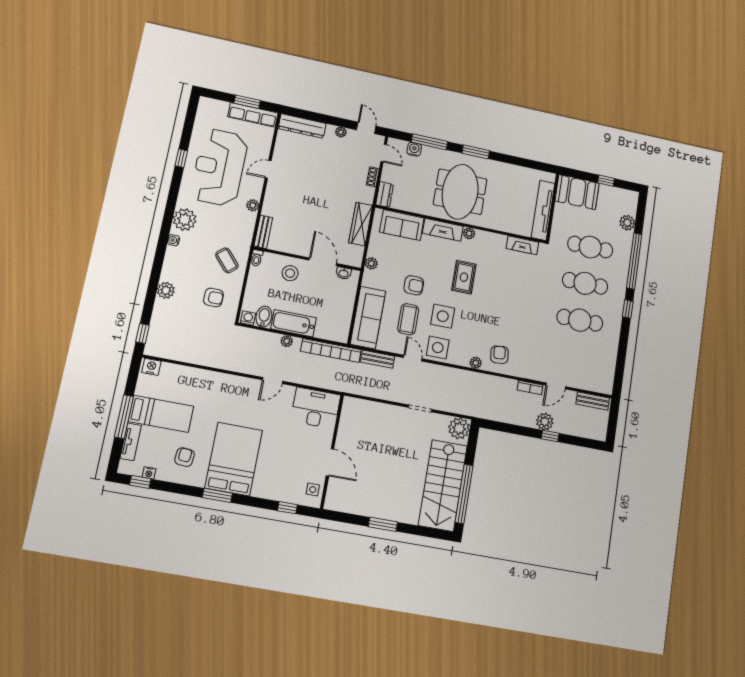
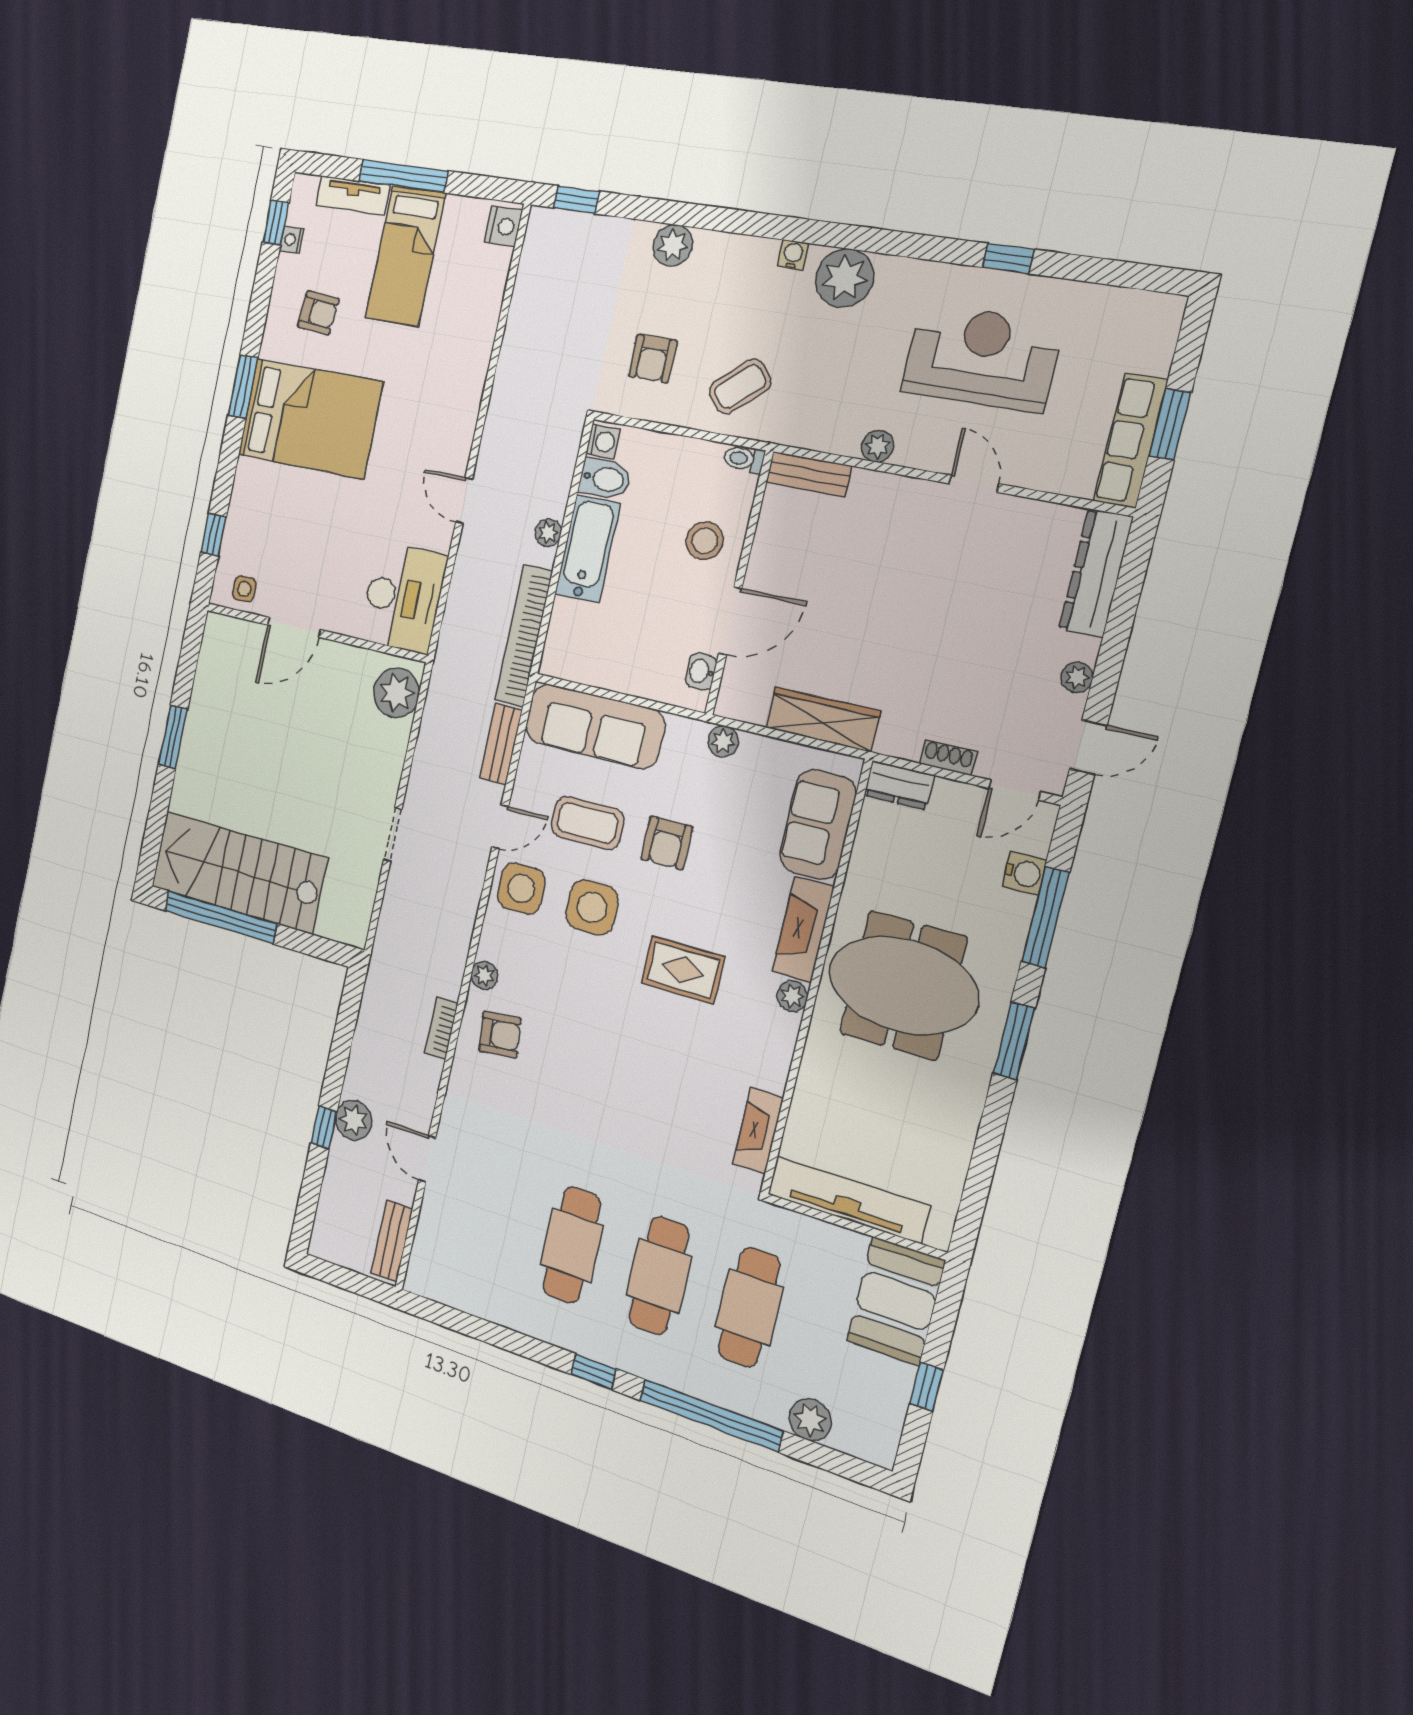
reception desk: (219, 167) -> (981, 358), width x0.74, depth x0.77
bookcase: (530, 387) -> (441, 1028), moved
plant: (459, 428) -> (396, 693), moved

